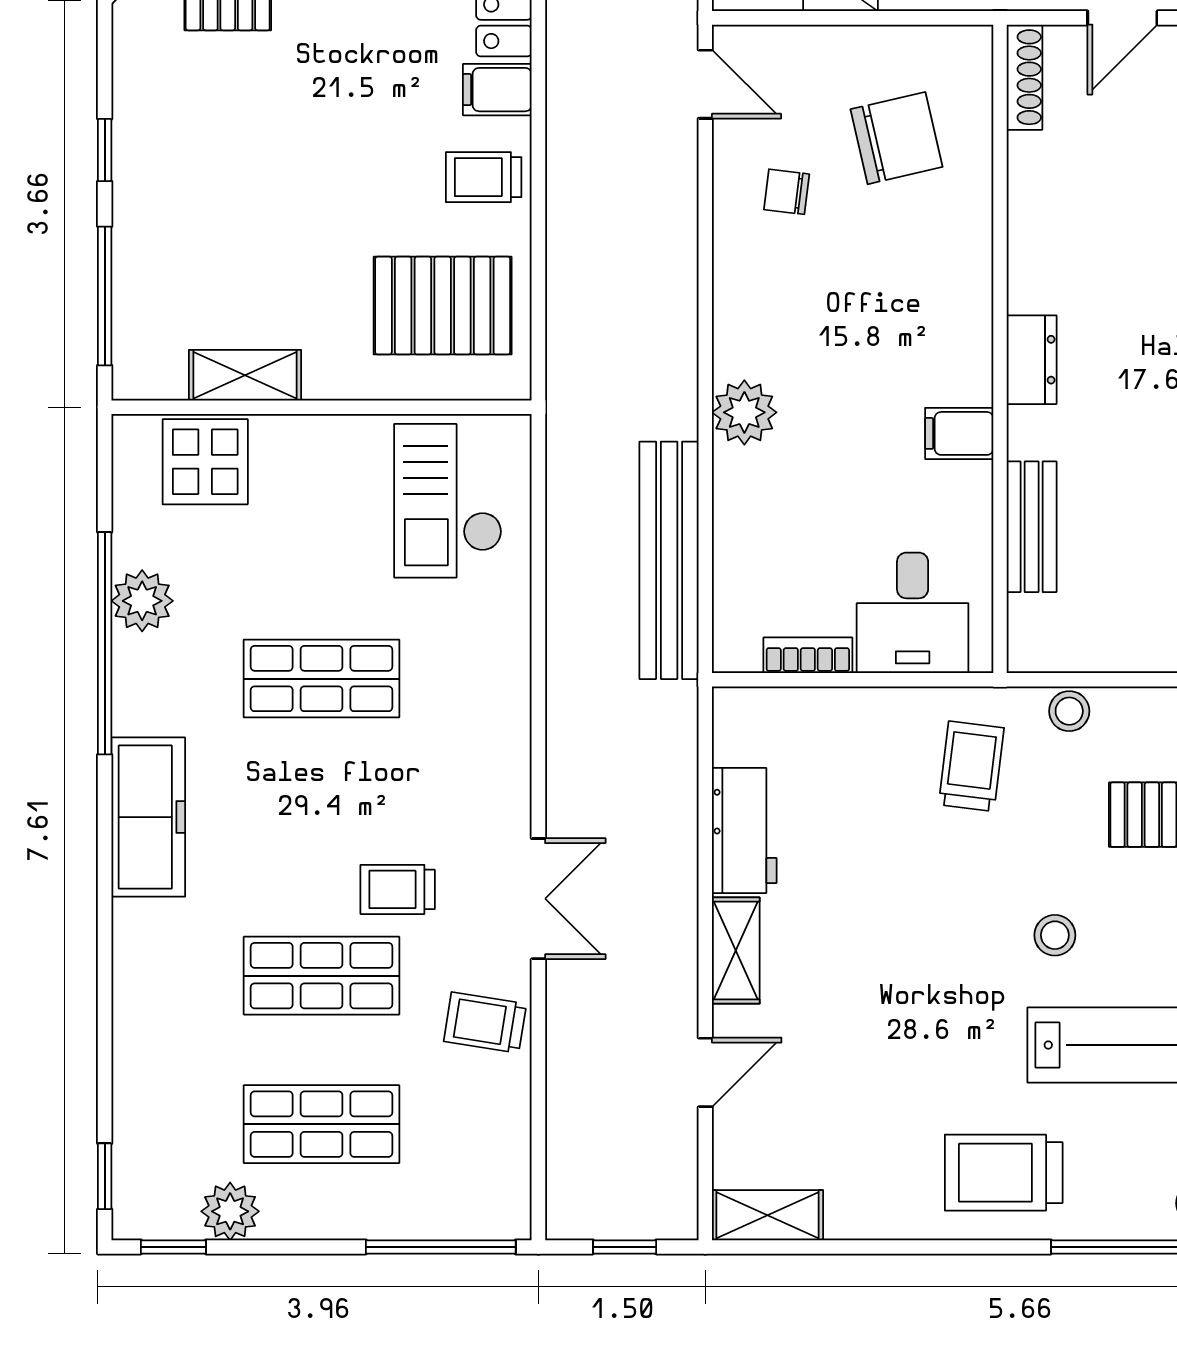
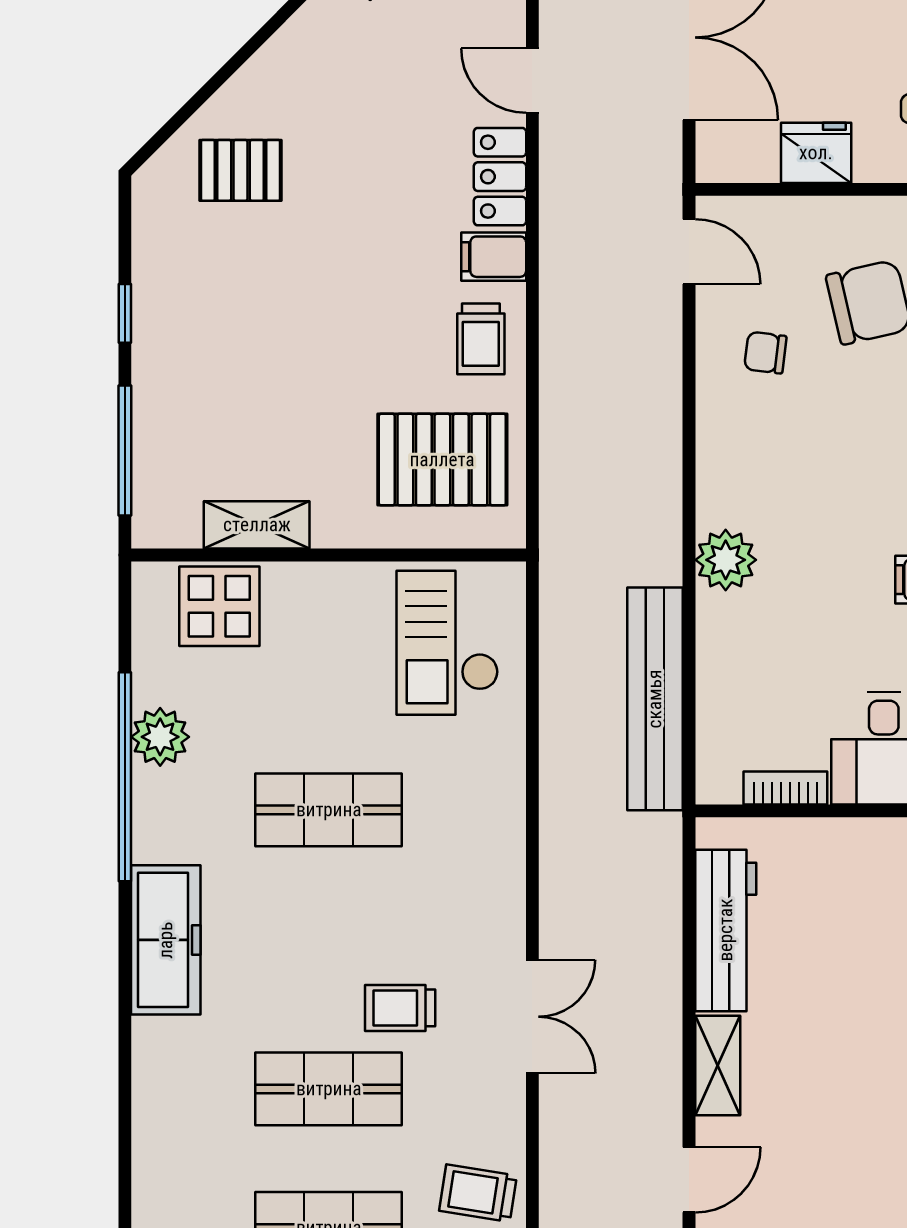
trolley: (484, 177) -> (481, 339), turned -90
workbench: (744, 830) -> (726, 930), width x1.38
trolley: (485, 1023) -> (478, 1193), moved

